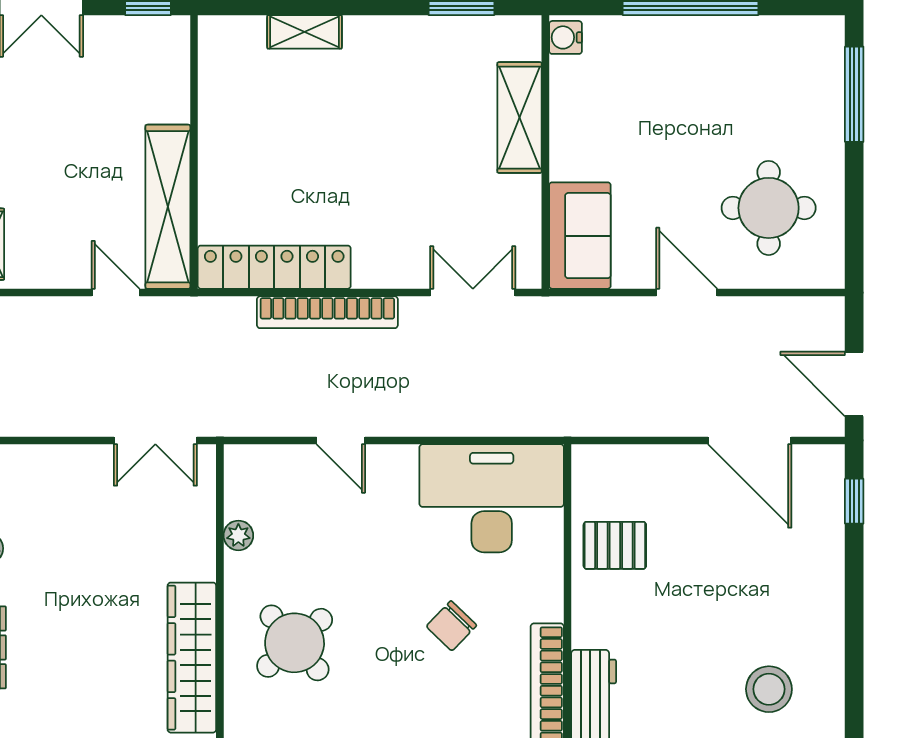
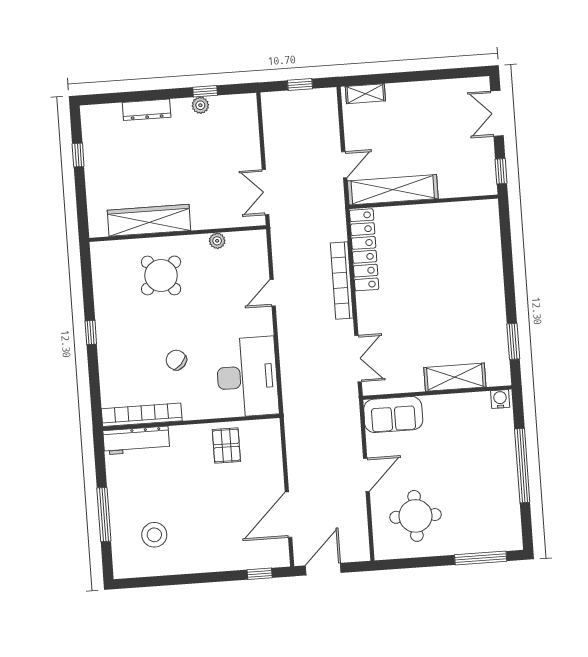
shelving: (305, 32) -> (493, 257), removed

